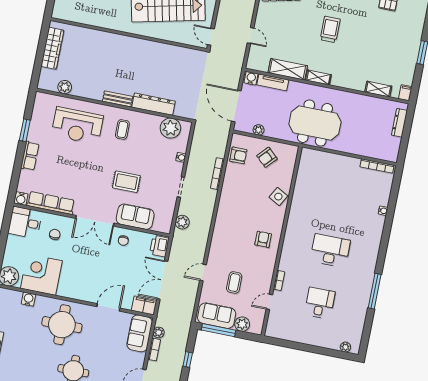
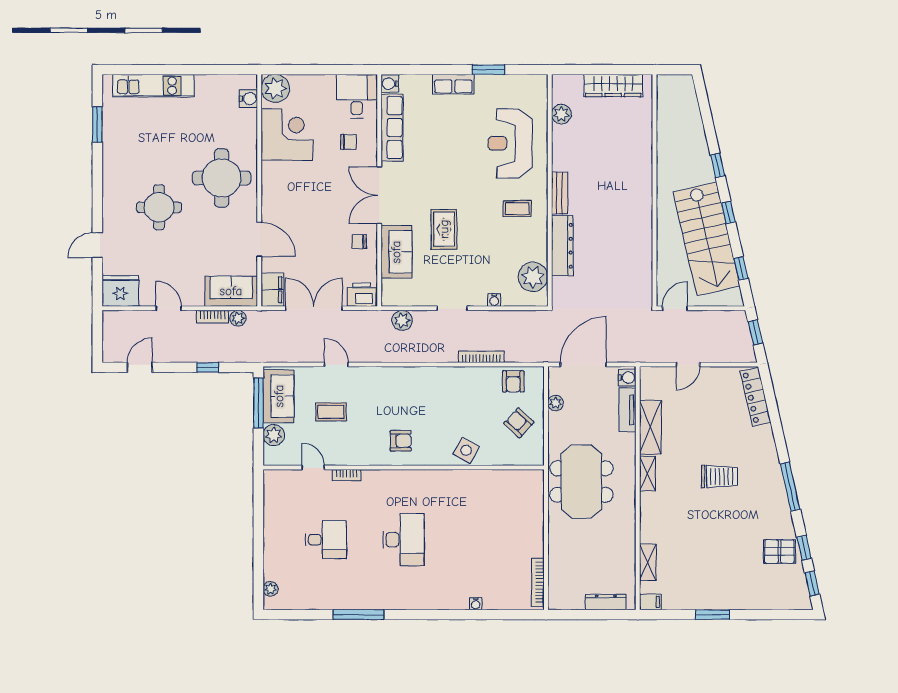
water cooler: (28, 299) -> (248, 99), moved

